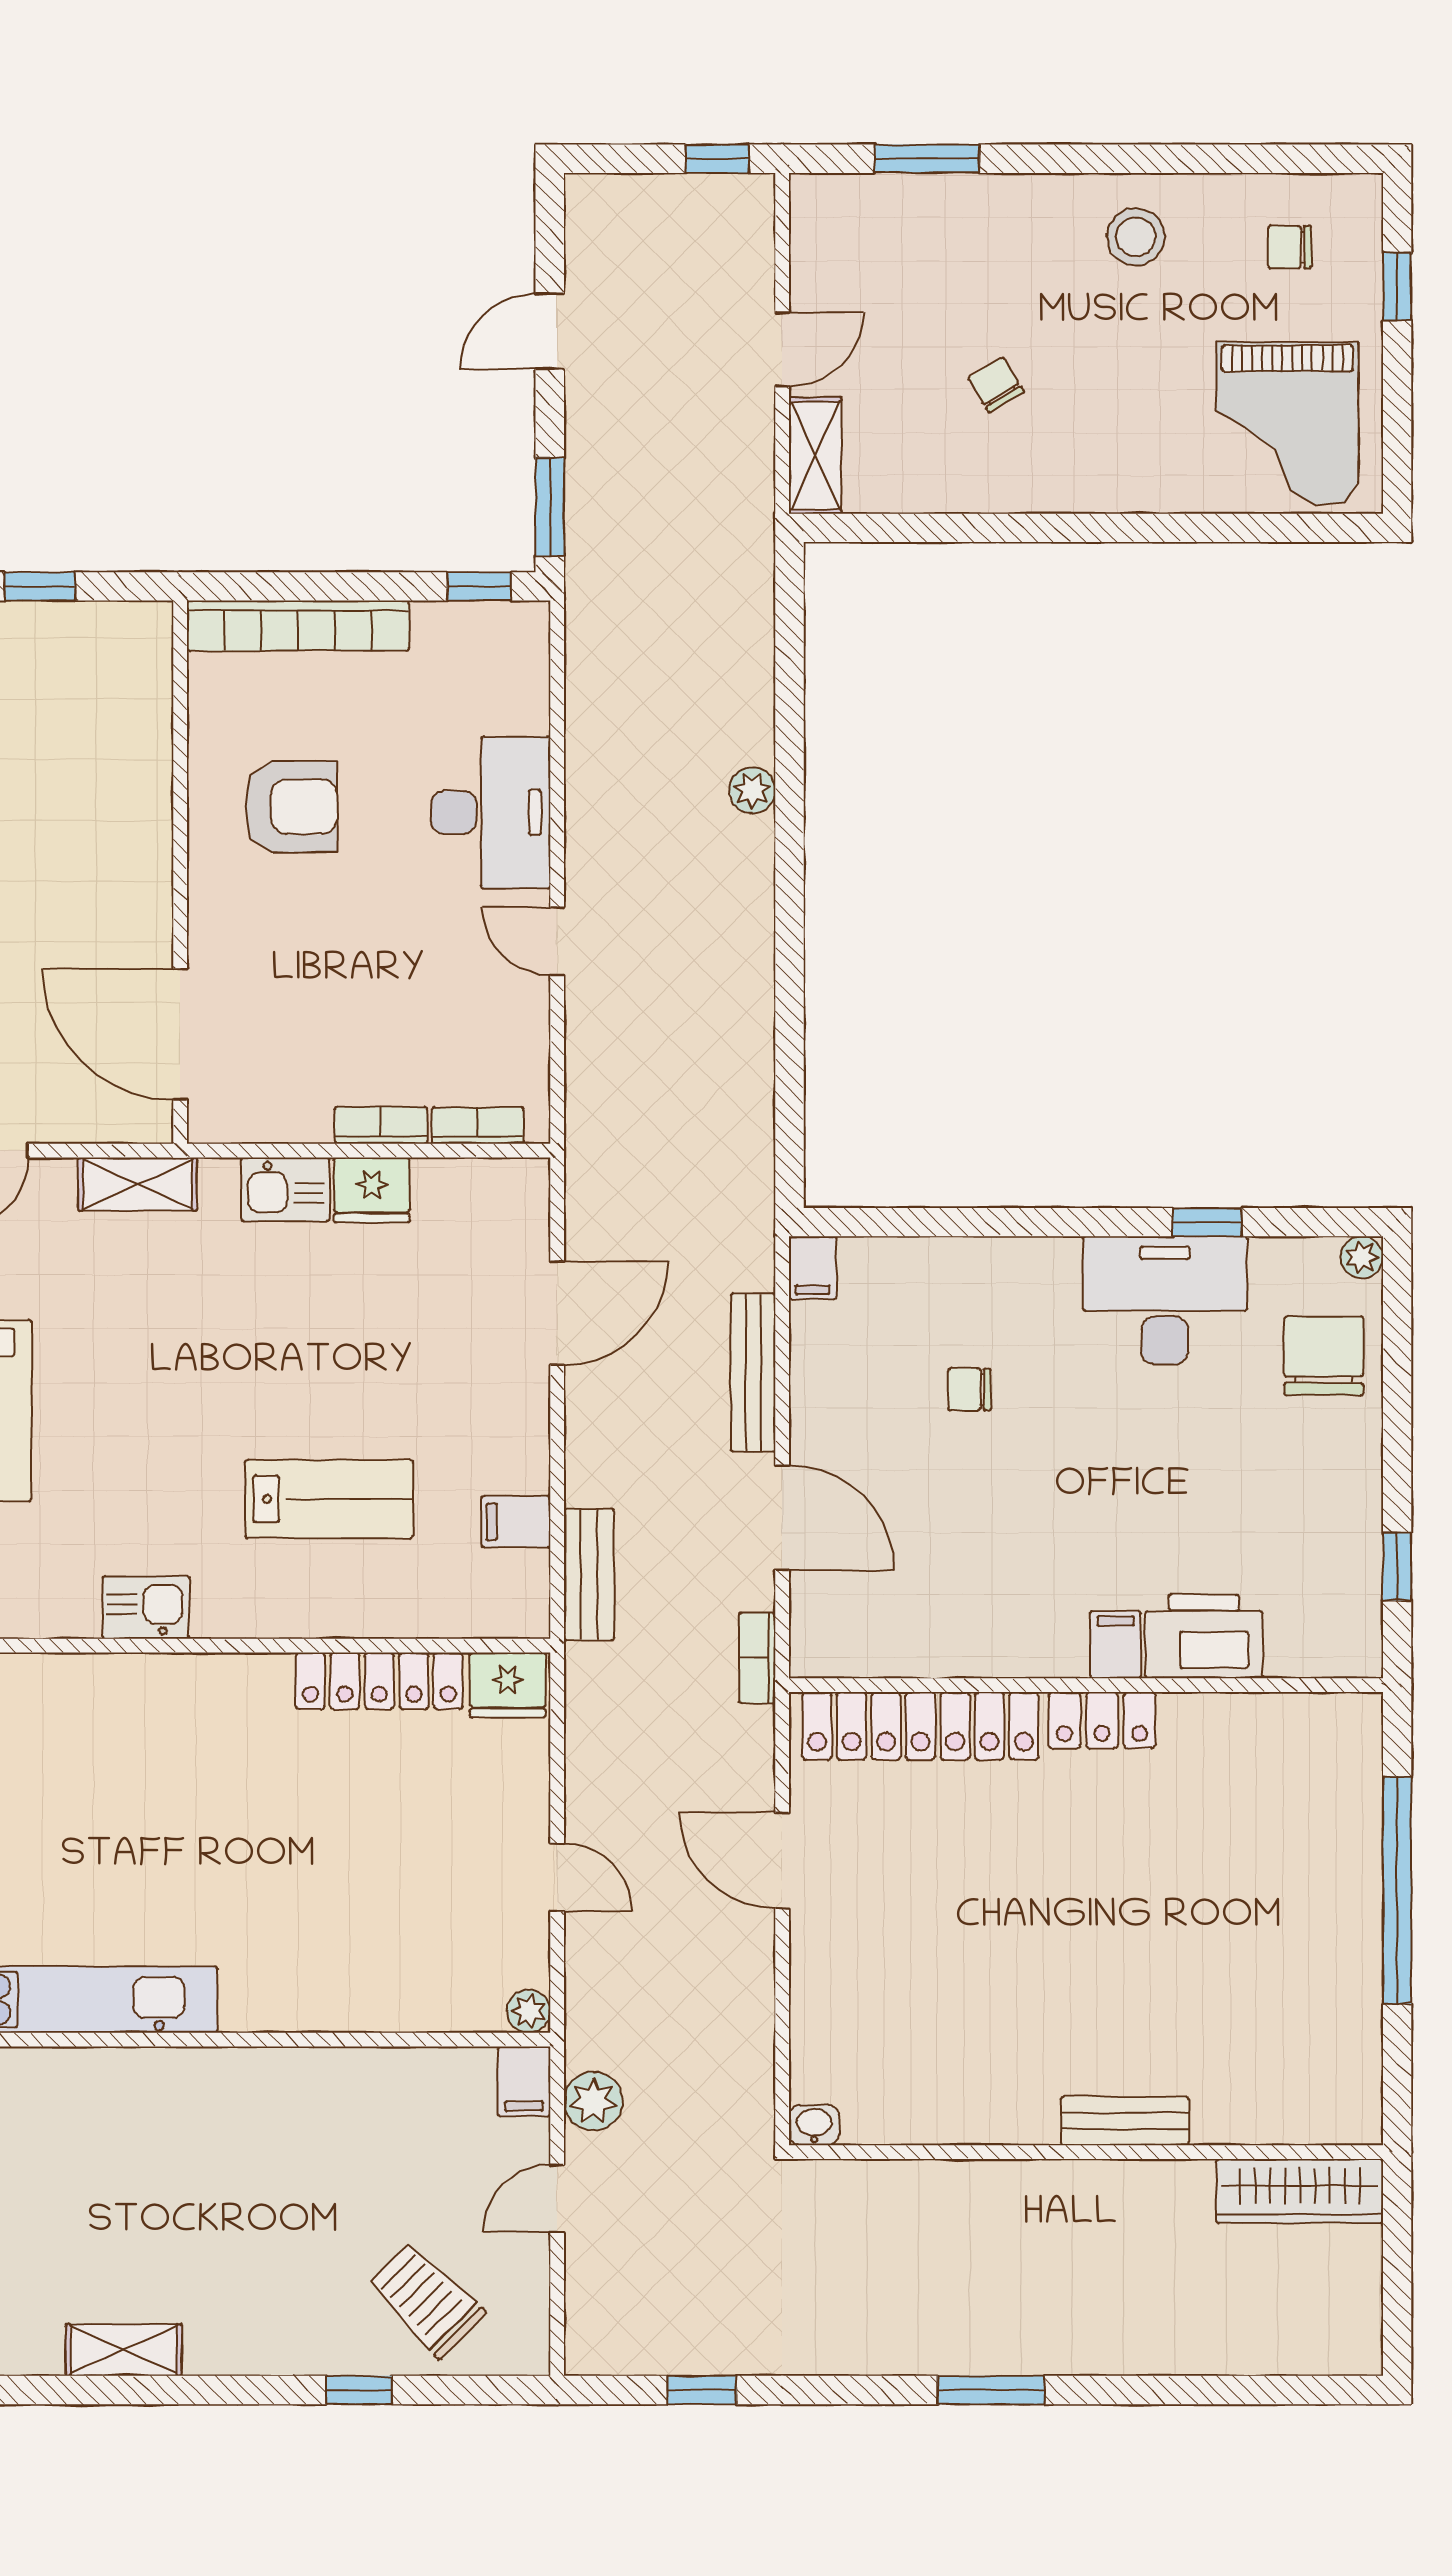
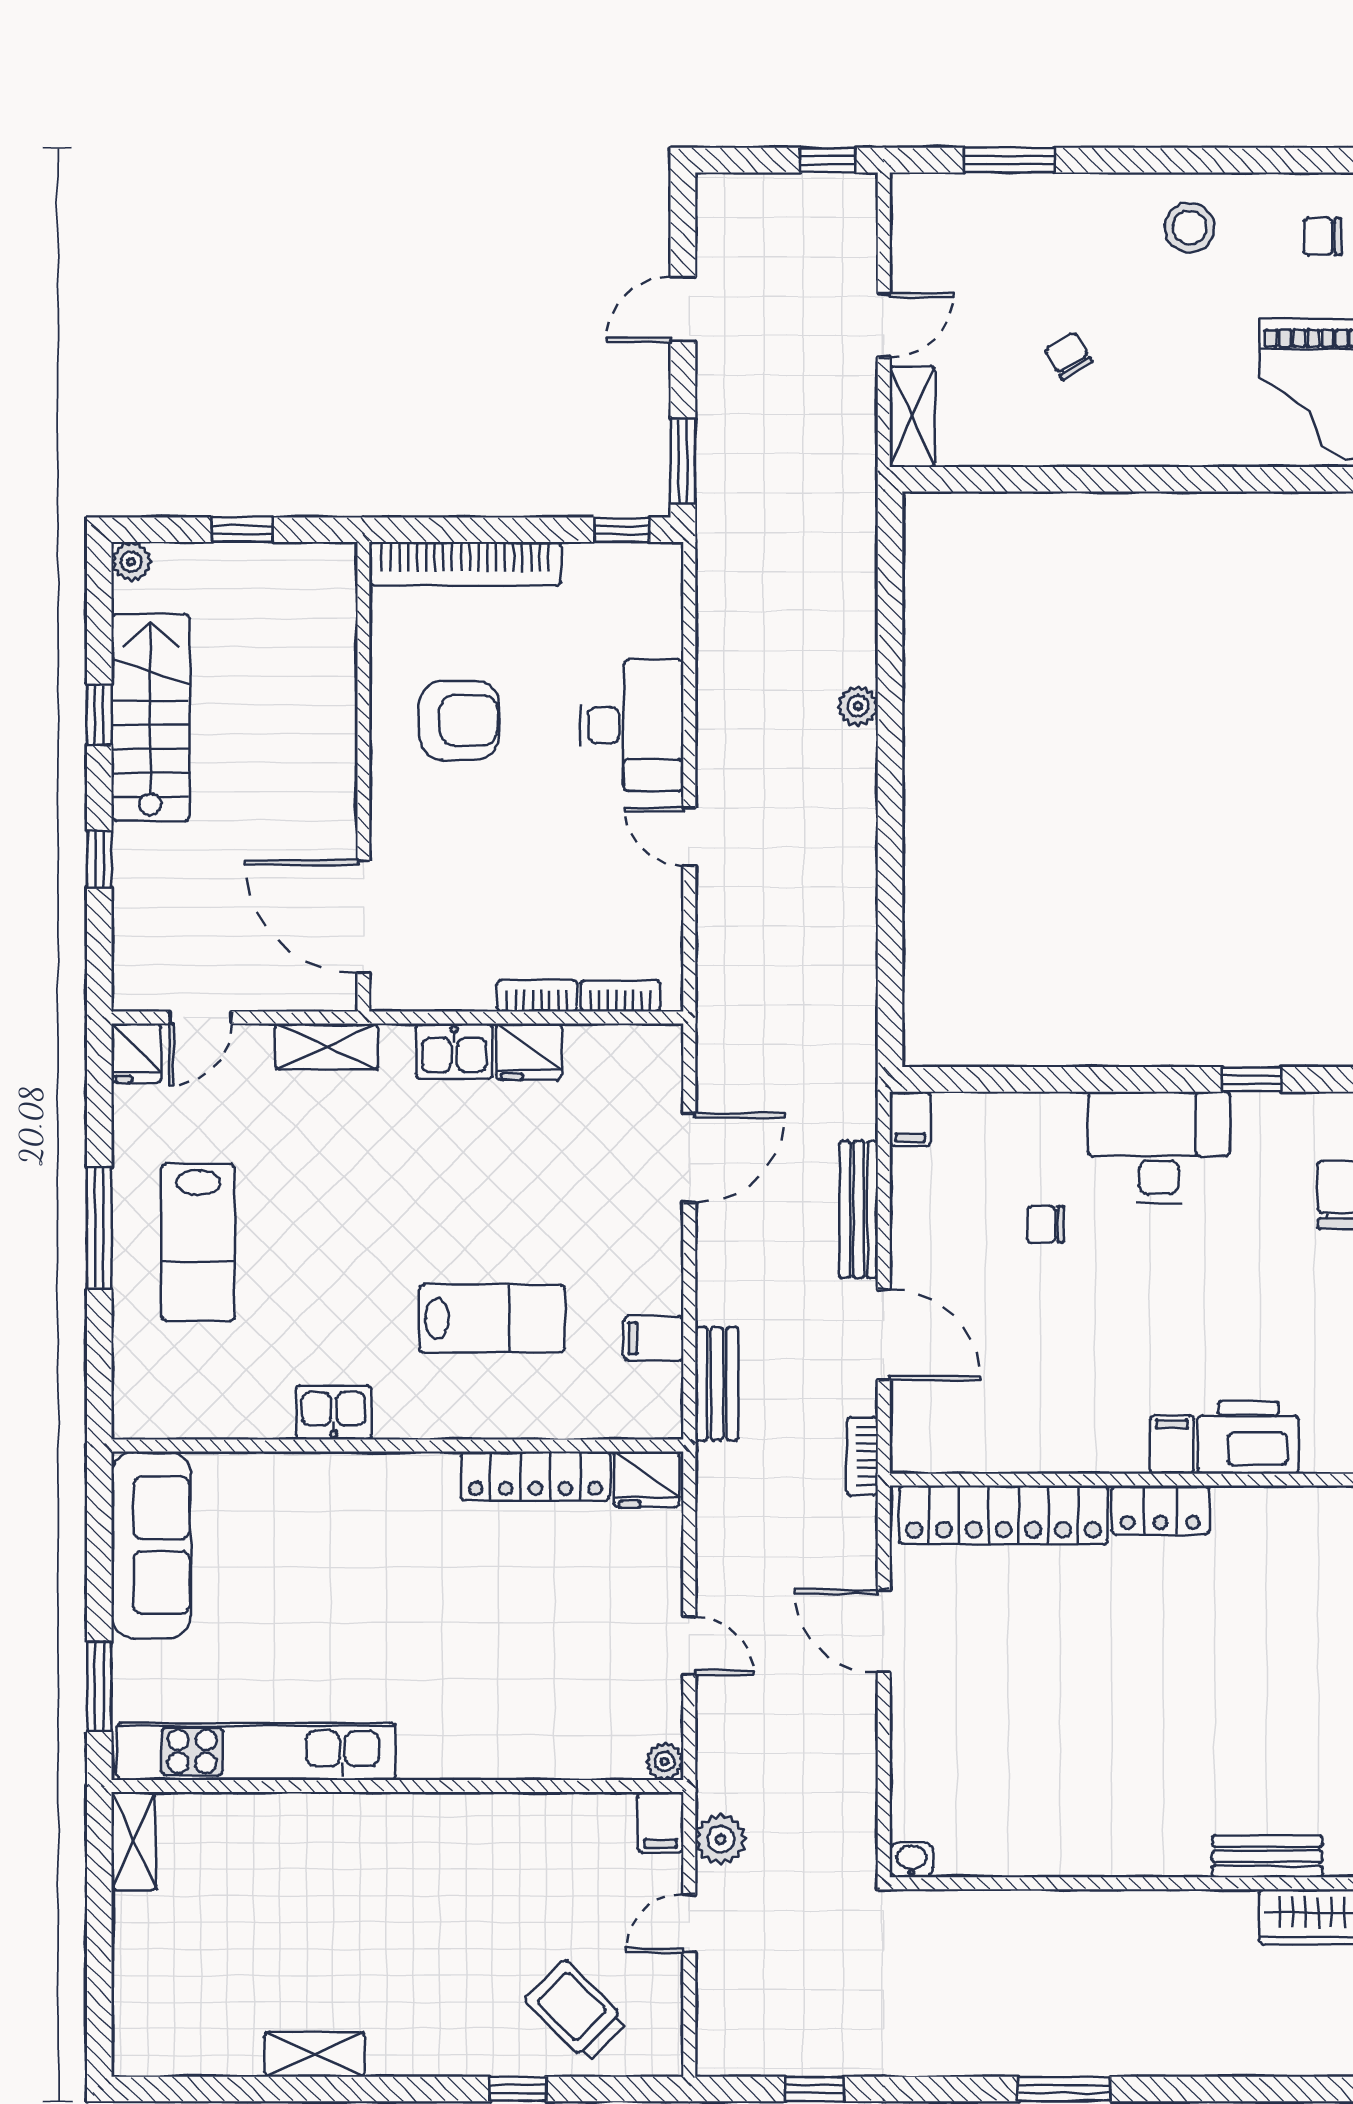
desk: (1165, 1301) -> (1159, 1147), moved
bench: (1125, 2121) -> (1267, 1856), moved

